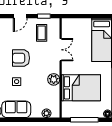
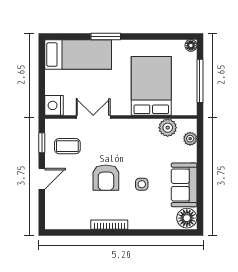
door: (20, 16) -> (42, 179), hinge flipped
nightstand: (68, 24) -> (54, 105), added
plant: (54, 79) -> (168, 128), moved

